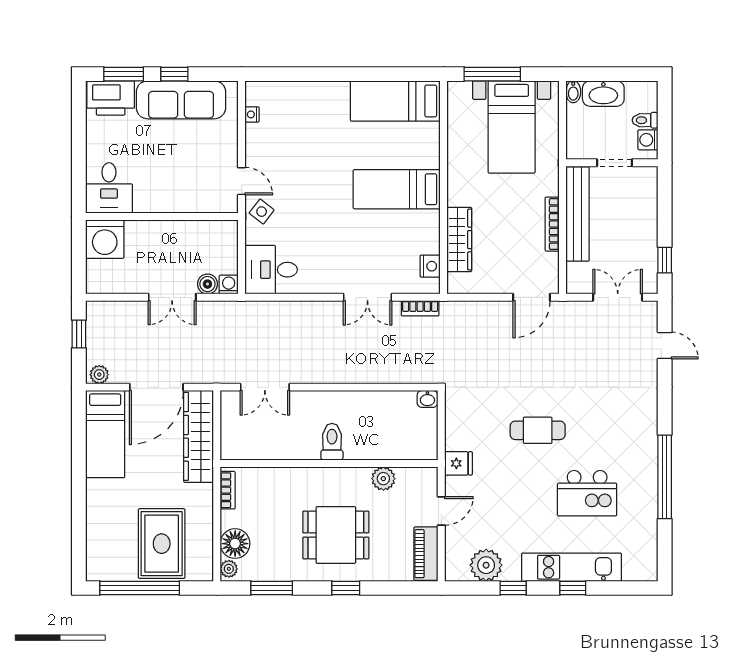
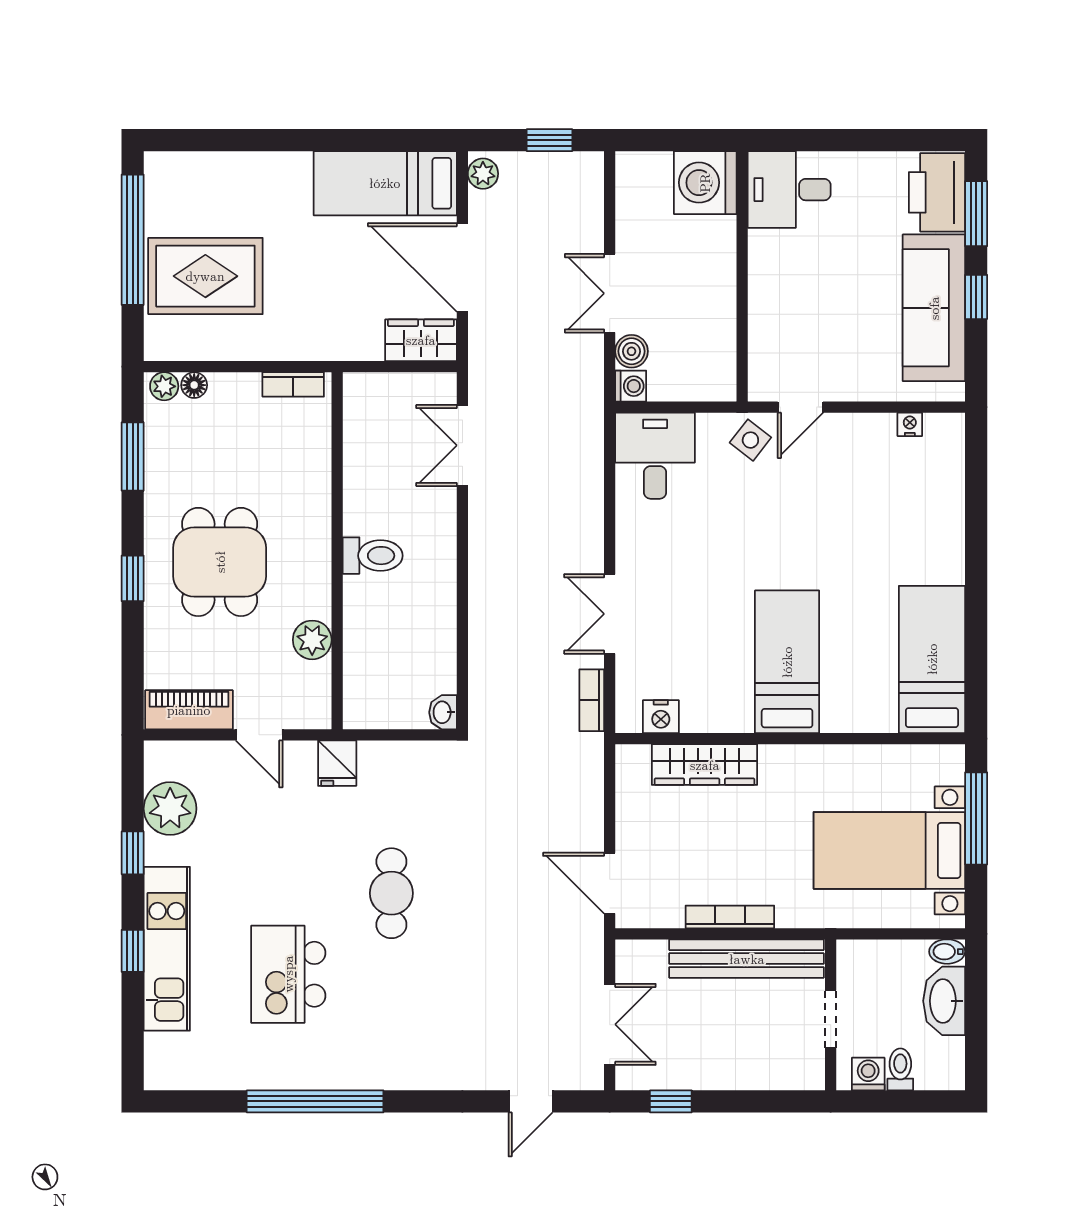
wardrobe: (199, 436) -> (421, 340), width x0.48, depth x0.85
floor lamp: (235, 544) -> (194, 385), width x0.53, depth x0.53

